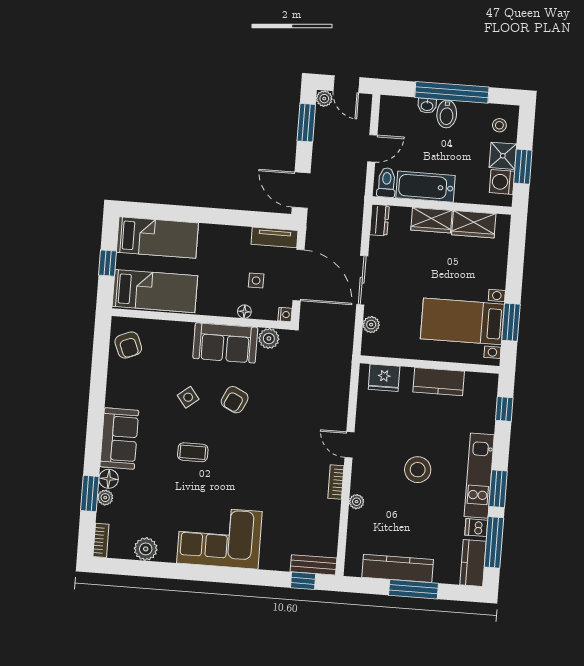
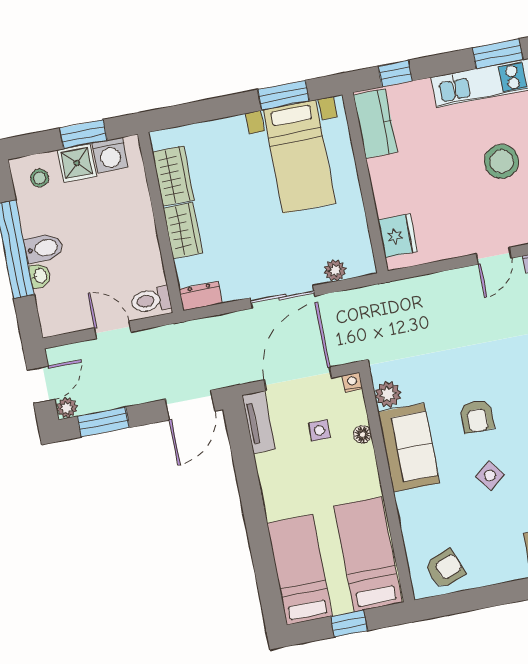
bathtub: (426, 187) -> (143, 250), removed
kitchen counter: (439, 382) -> (375, 123), moved
armchair: (235, 400) -> (477, 416), turned 64

